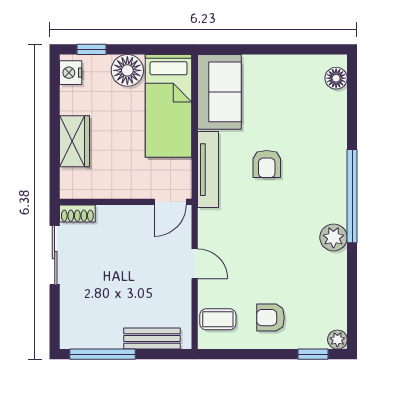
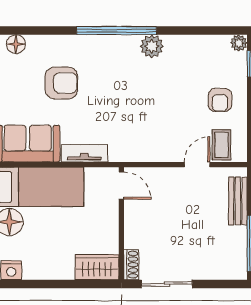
wardrobe: (74, 141) -> (97, 267), moved
armchair: (267, 164) -> (61, 83), moved, width x1.38, depth x1.38
tv unit: (208, 170) -> (84, 153), width x0.71
door: (195, 264) -> (197, 165), moved

